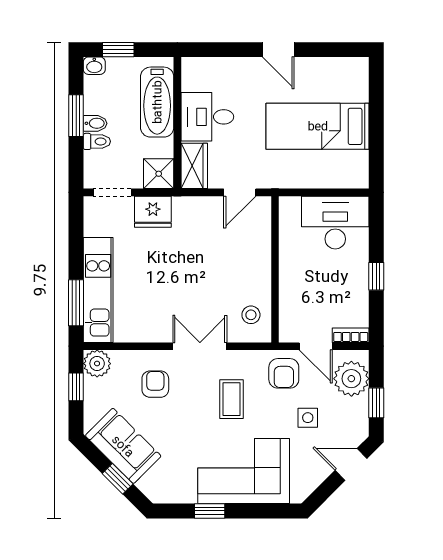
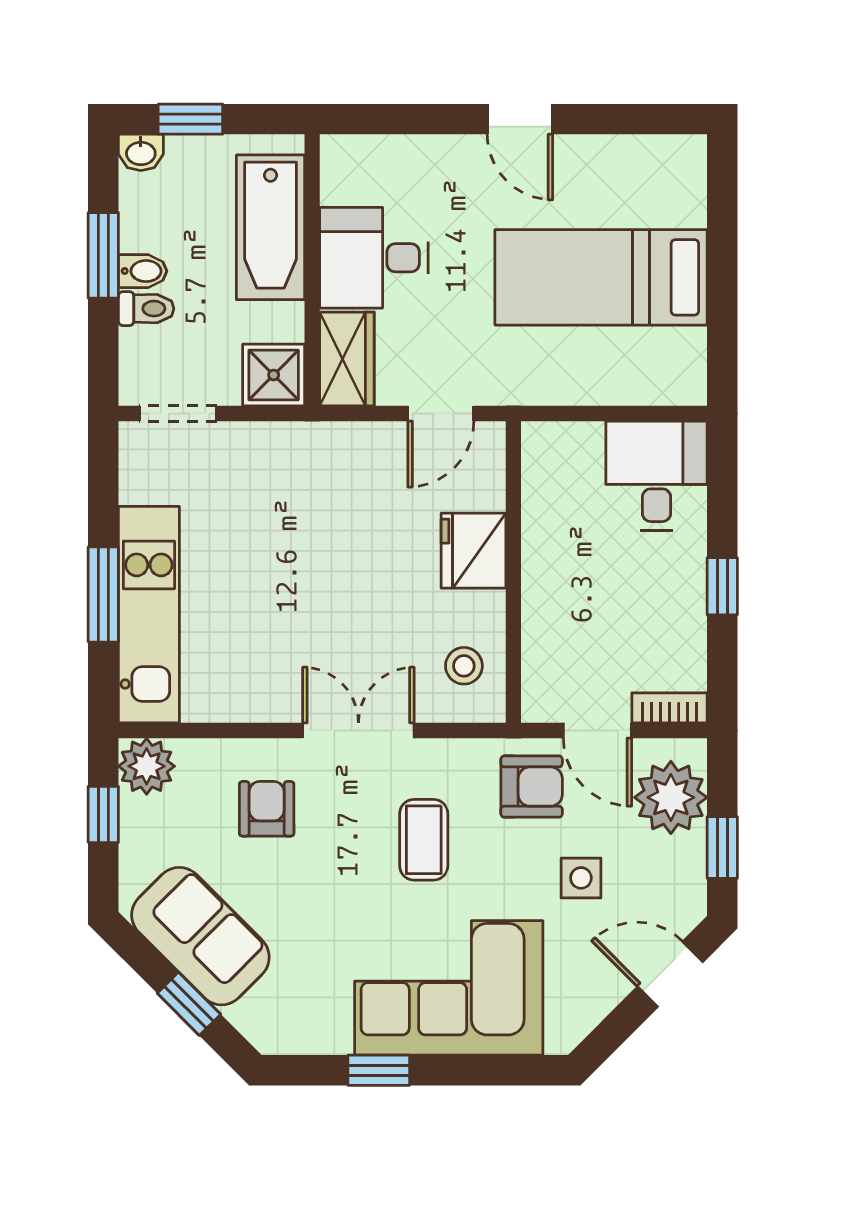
fridge: (153, 212) -> (474, 551), moved, turned 90
desk: (335, 223) -> (657, 476), width x0.73
window: (76, 303) -> (103, 594), moved
armchair: (284, 373) -> (532, 787), turned -90

